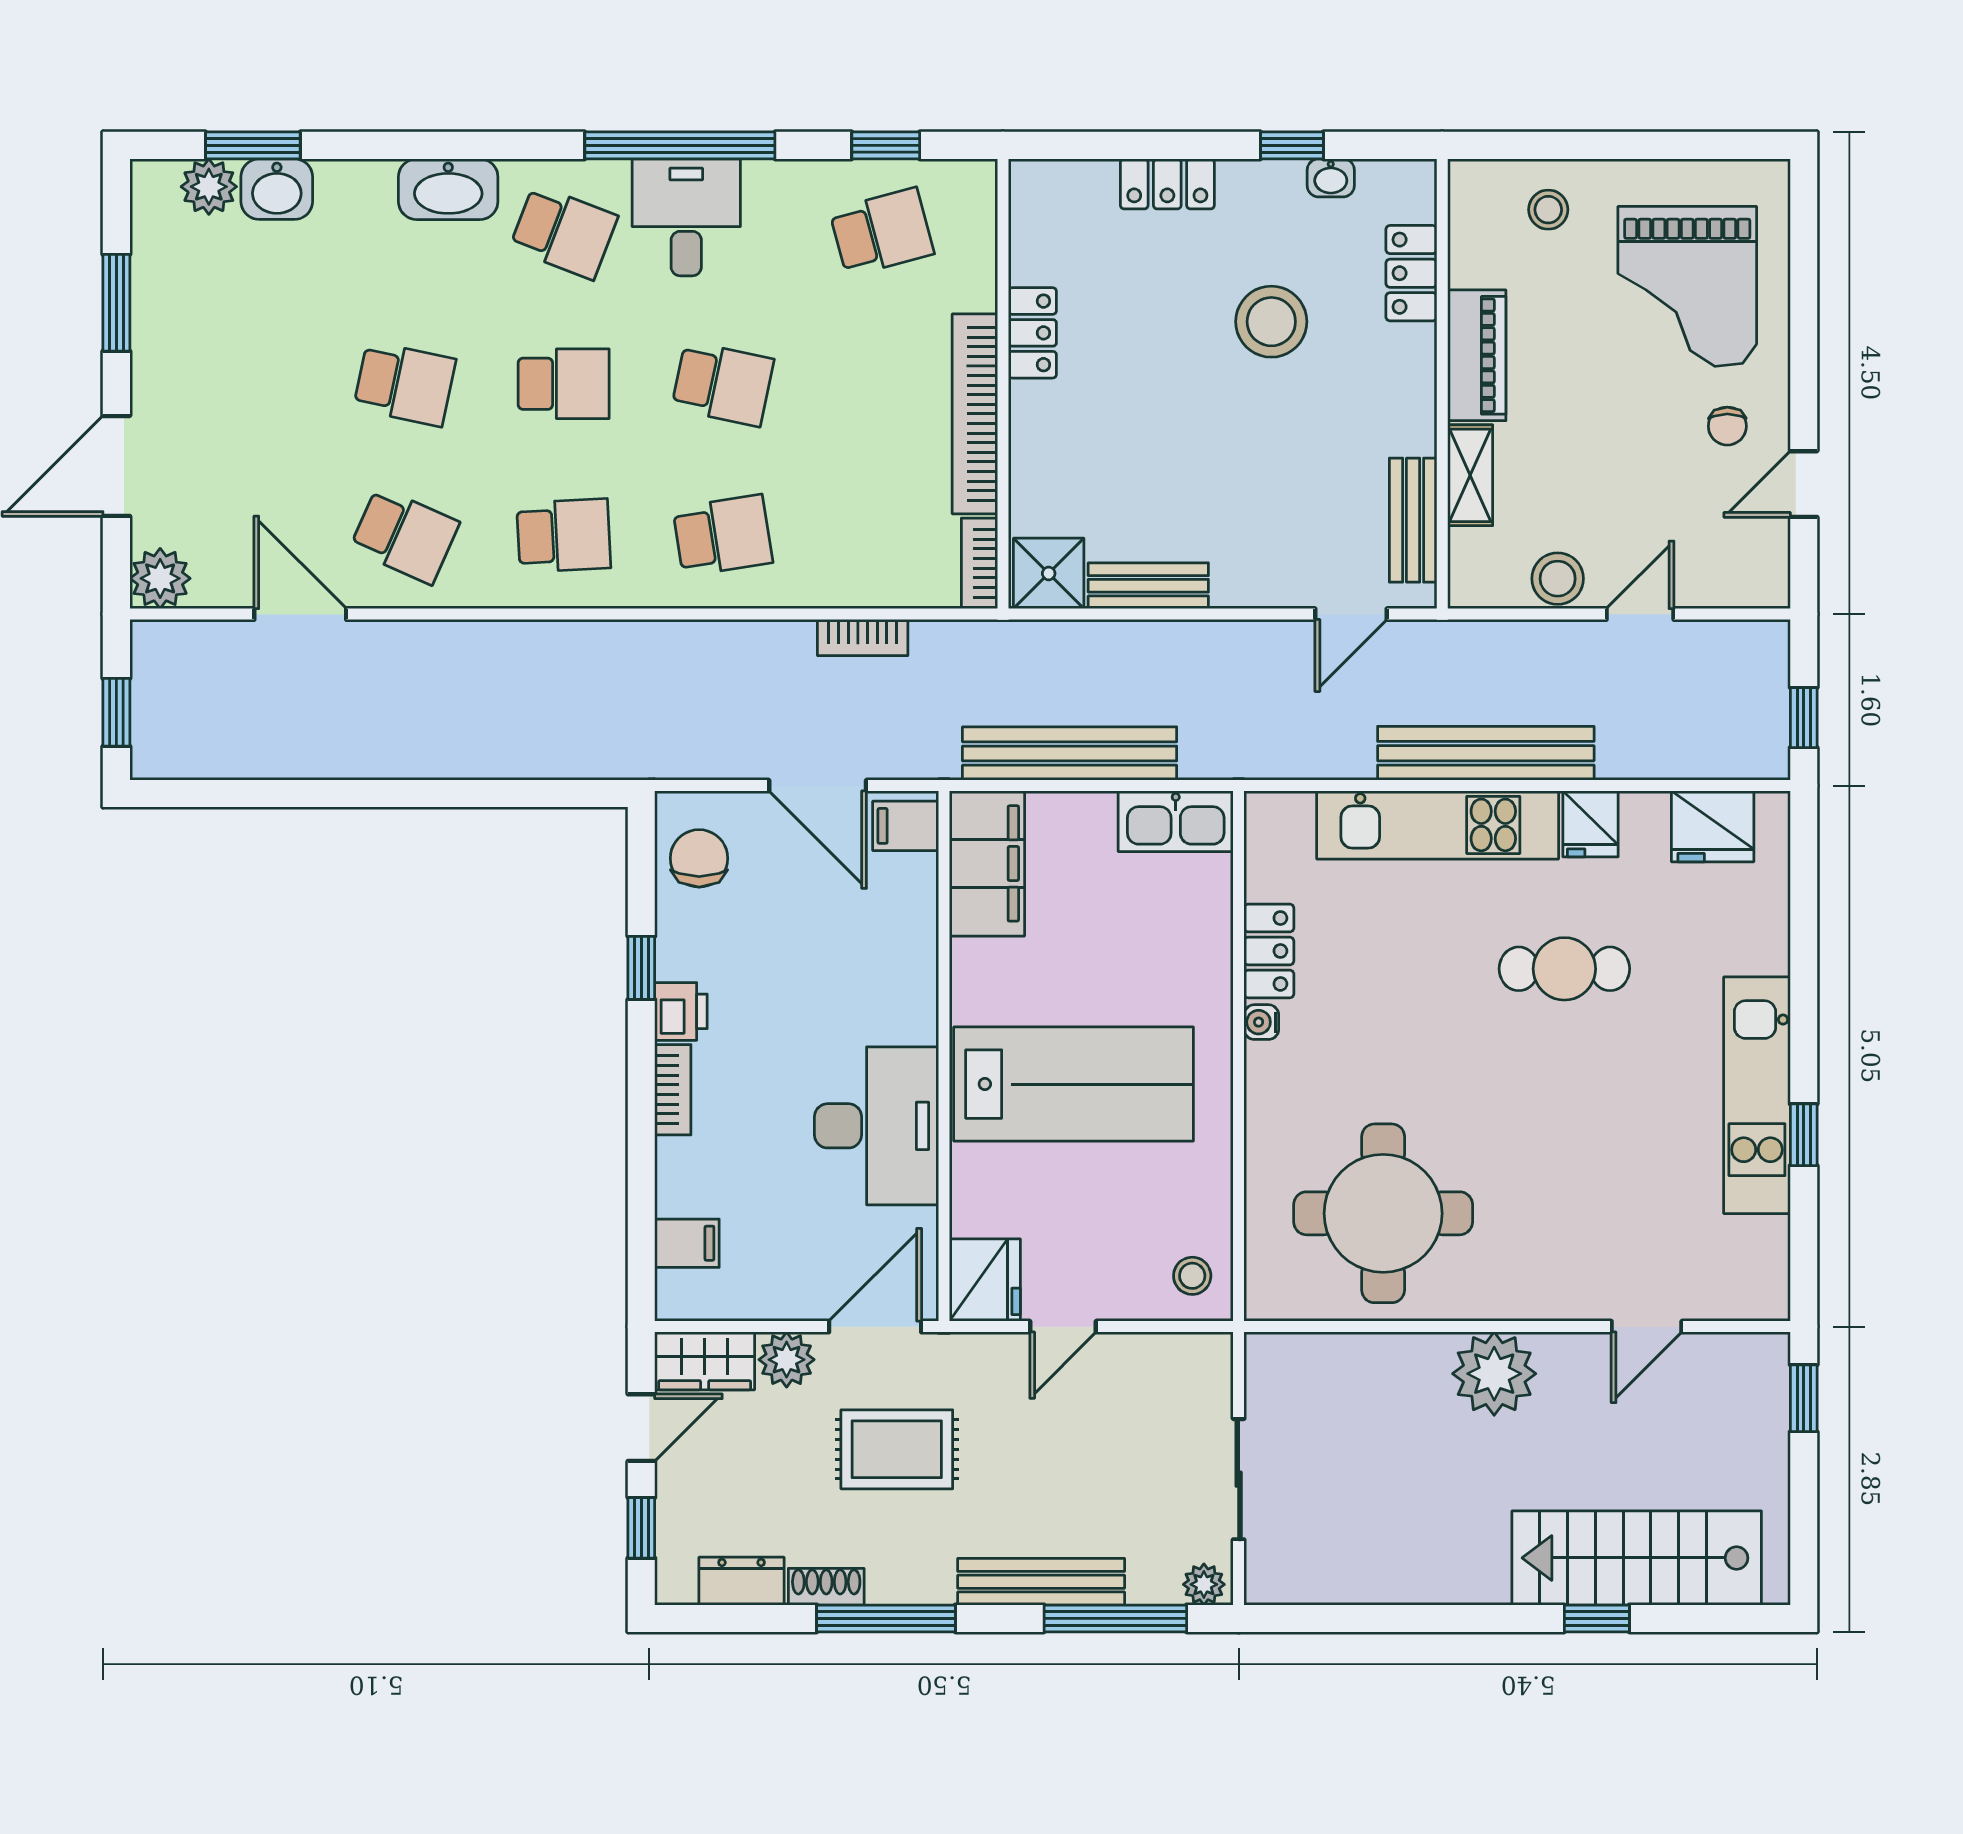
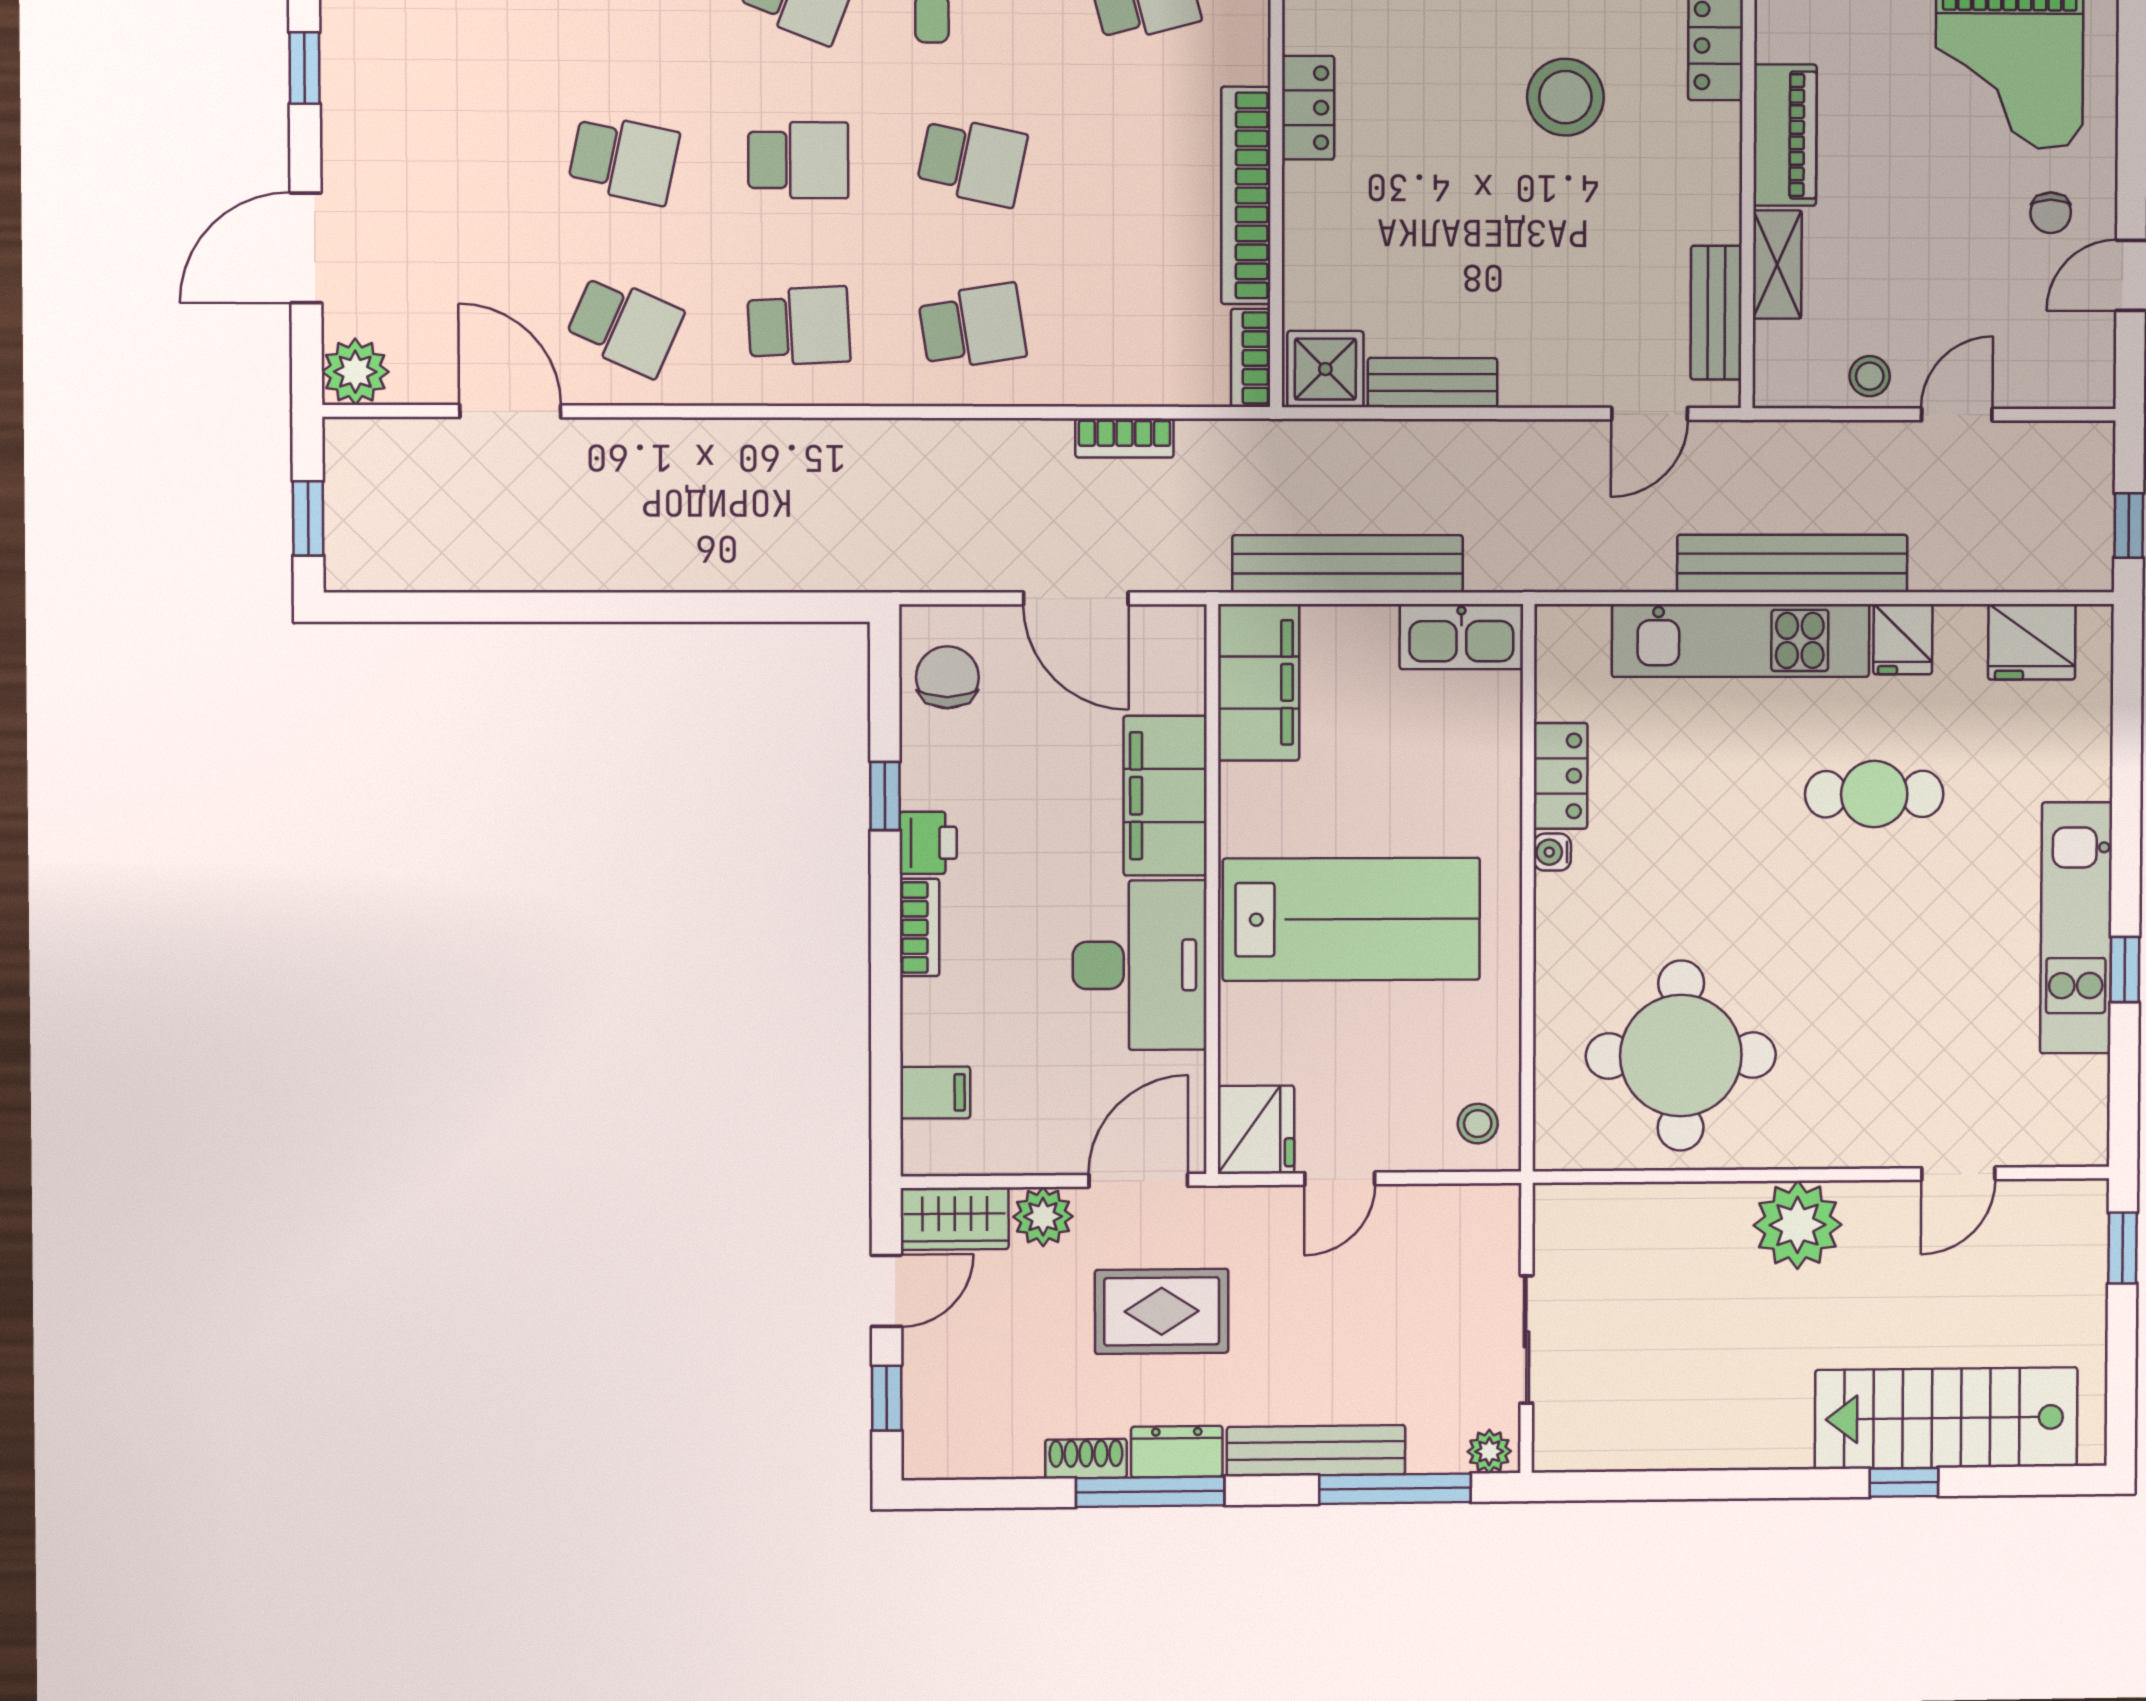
window: (116, 303) -> (304, 68), width x0.67
stool: (1558, 579) -> (1870, 376), width x0.73, depth x0.73
filing cabinet: (906, 826) -> (1165, 796), moved, width x3.00, depth x1.17
dresser: (742, 1581) -> (1177, 1452), moved

